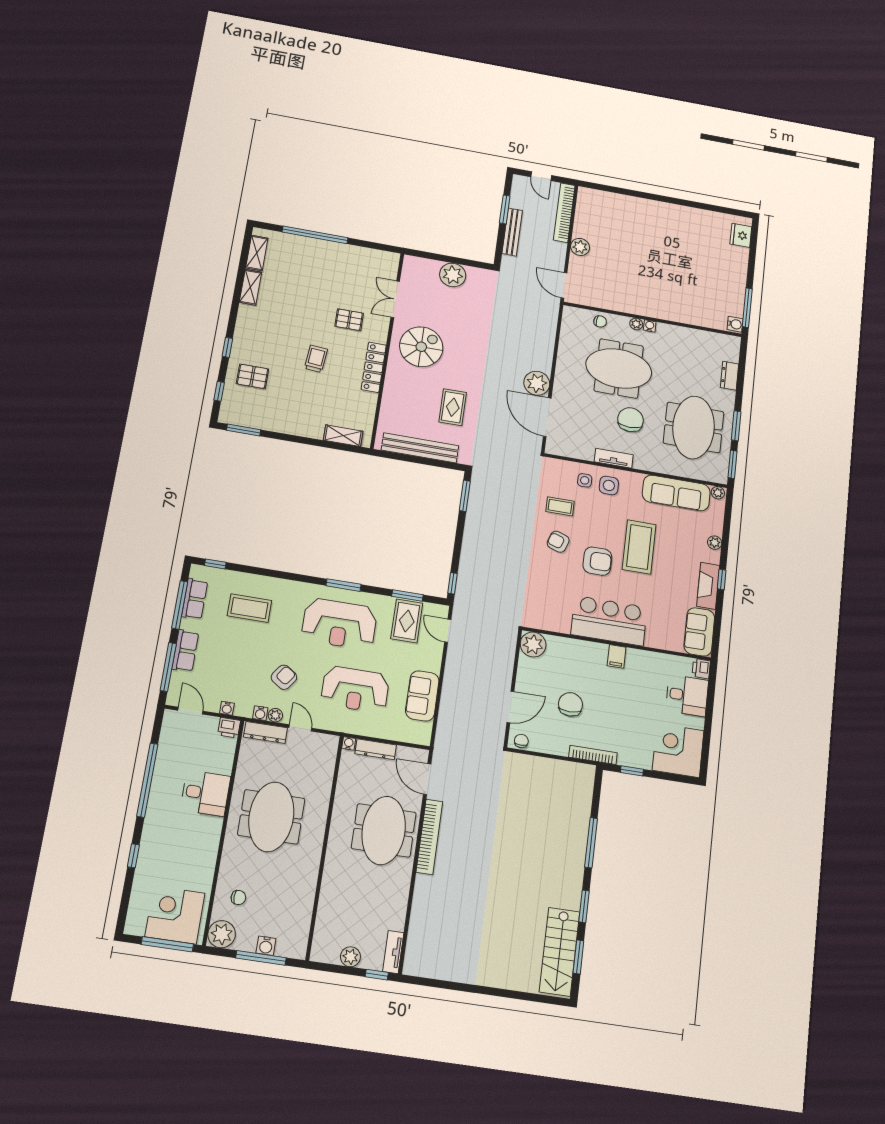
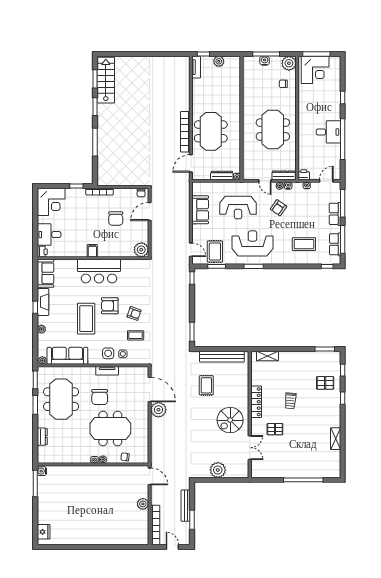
shelving: (257, 253) -> (336, 461), removed
reception desk: (355, 689) -> (238, 207), turned 180
door: (190, 711) -> (326, 181), swing flipped
door: (427, 779) -> (191, 163), swing flipped
desk: (205, 793) -> (328, 132), moved, turned 180

